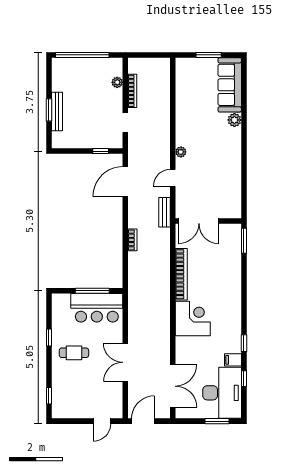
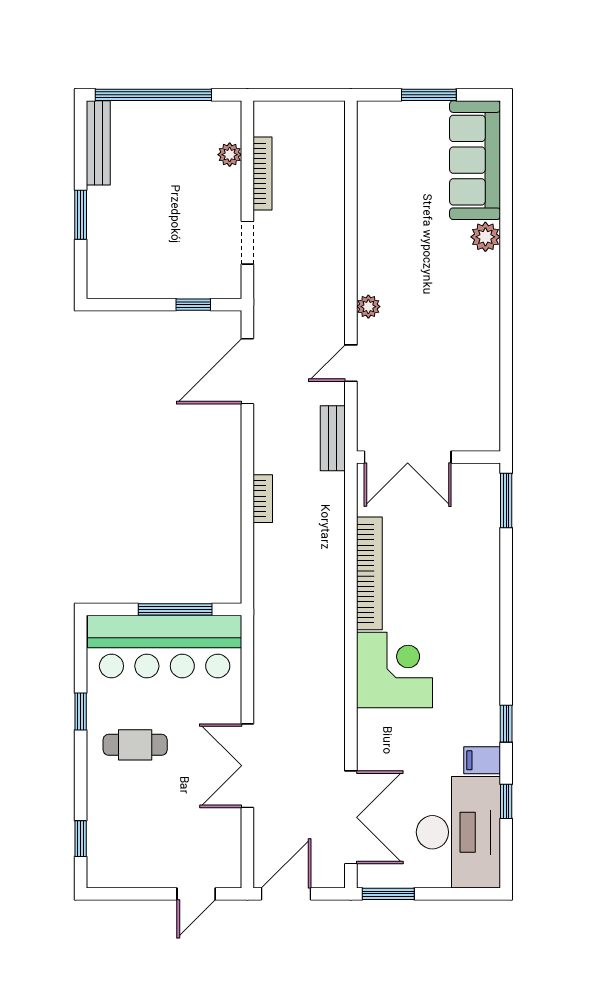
bench: (57, 112) -> (98, 143), moved
bar counter: (97, 308) -> (165, 647), width x1.36
window: (217, 421) -> (388, 894), moved

